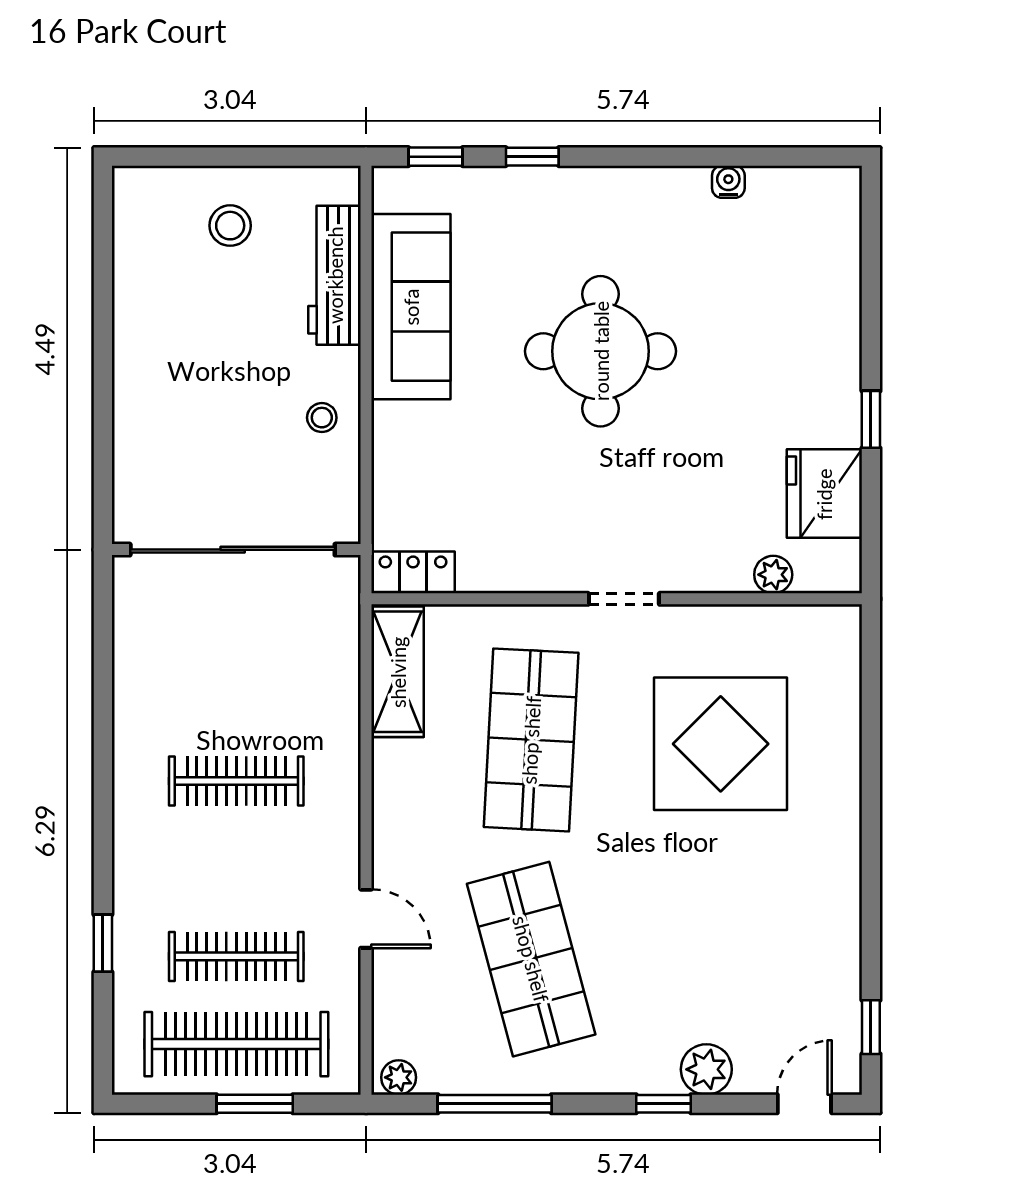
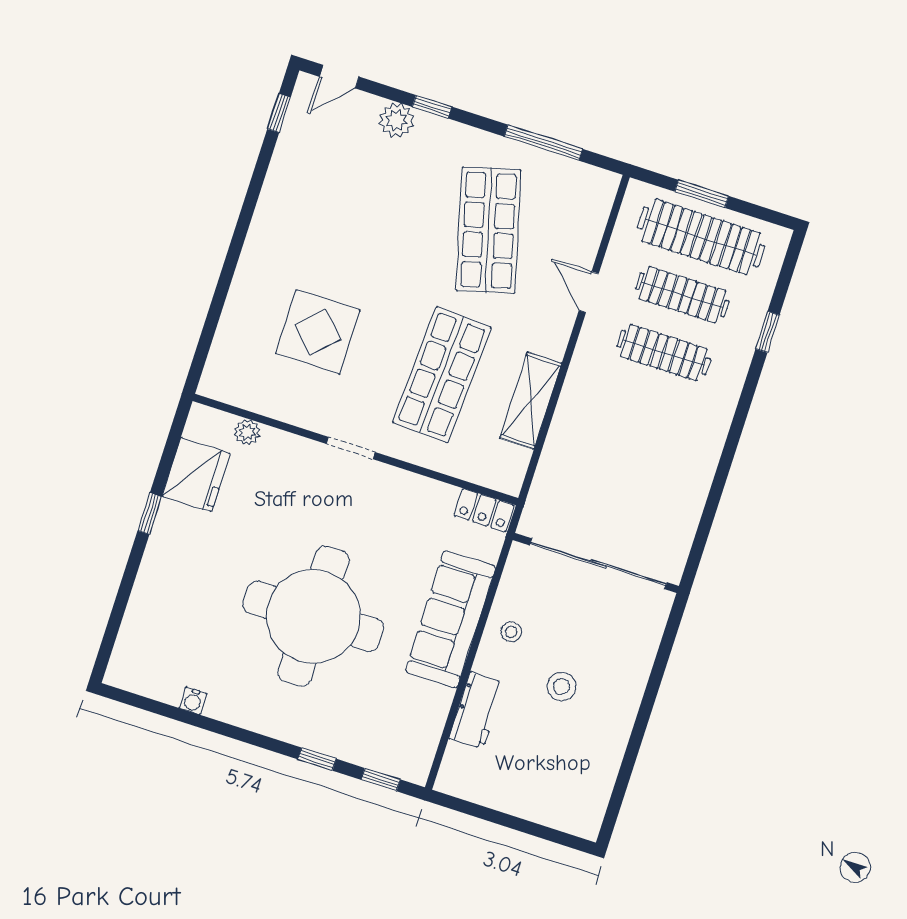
stool: (230, 226) -> (562, 686), moved
workbench: (335, 275) -> (477, 710), width x0.73
sofa: (411, 307) -> (450, 619), moved
round table: (601, 351) -> (313, 616), width x1.36, depth x1.36
shelving: (398, 672) -> (531, 401), moved
display table: (721, 744) -> (318, 332), width x0.73, depth x0.73
clothes rail: (236, 781) -> (664, 353), moved
plant: (399, 1077) -> (601, 180), removed

